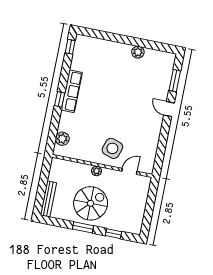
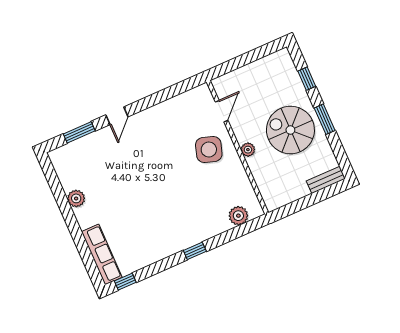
row of seats: (72, 91) -> (102, 254), moved, turned 90
door: (129, 171) -> (222, 111), swing flipped
bench: (48, 199) -> (326, 180), width x0.73

